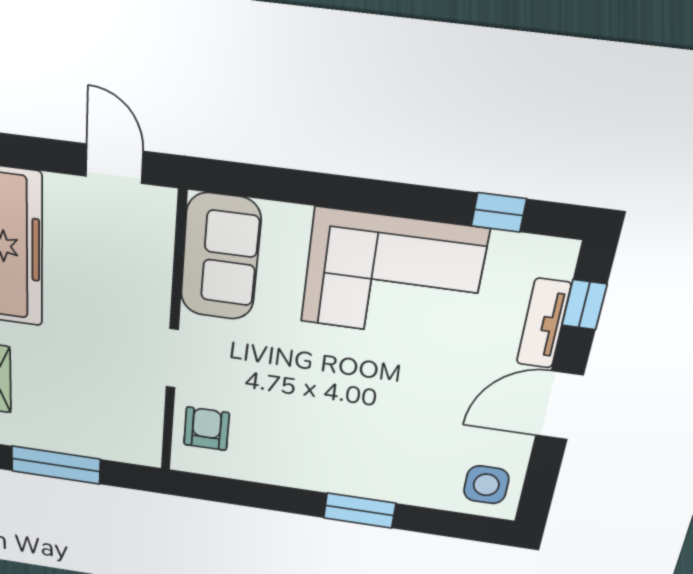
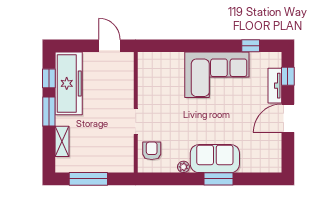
sofa: (220, 257) -> (215, 159), moved, turned -90
plant: (279, 474) -> (183, 167), added
side table: (486, 485) -> (267, 158), removed

